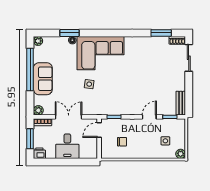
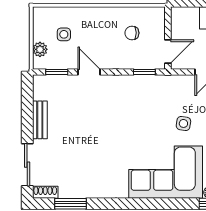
bench: (181, 103) -> (40, 120), moved
door: (149, 117) -> (89, 72), swing flipped
plant: (181, 154) -> (40, 49), moved

